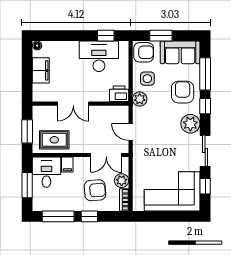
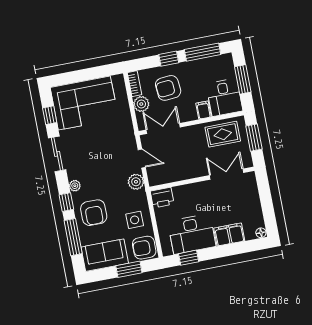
filing cabinet: (41, 70) -> (229, 234), moved, turned 90
plant: (140, 99) -> (136, 182), moved
double door: (73, 104) -> (227, 174), moved
plant: (190, 124) -> (75, 186), width x0.53, depth x0.53

